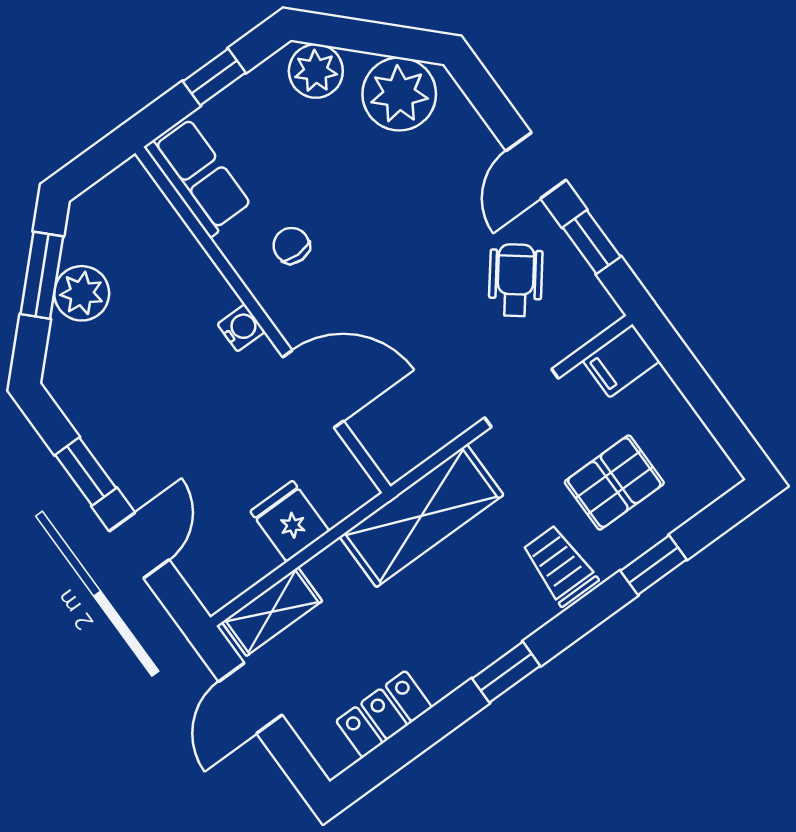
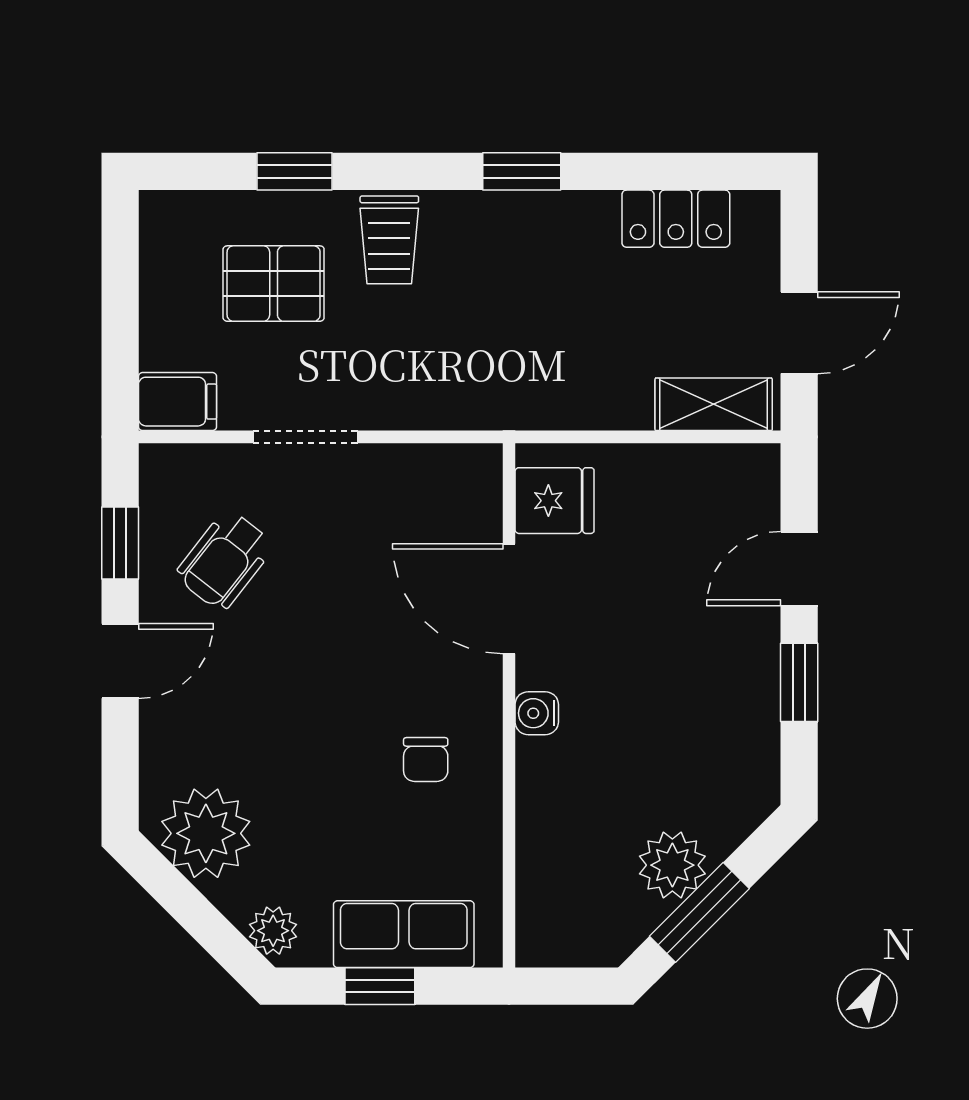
plant: (316, 71) -> (273, 931), width x0.73, depth x0.73
row of seats: (198, 177) -> (404, 934), moved, turned 90
shelving: (421, 516) -> (493, 391), removed
fridge: (290, 521) -> (555, 501), moved, turned -90

